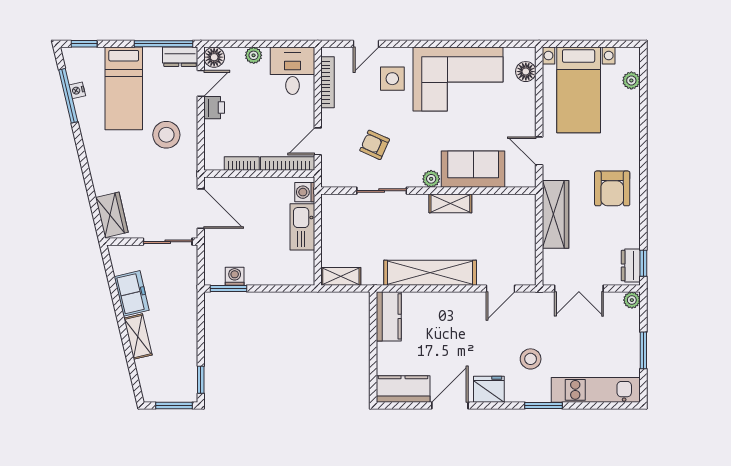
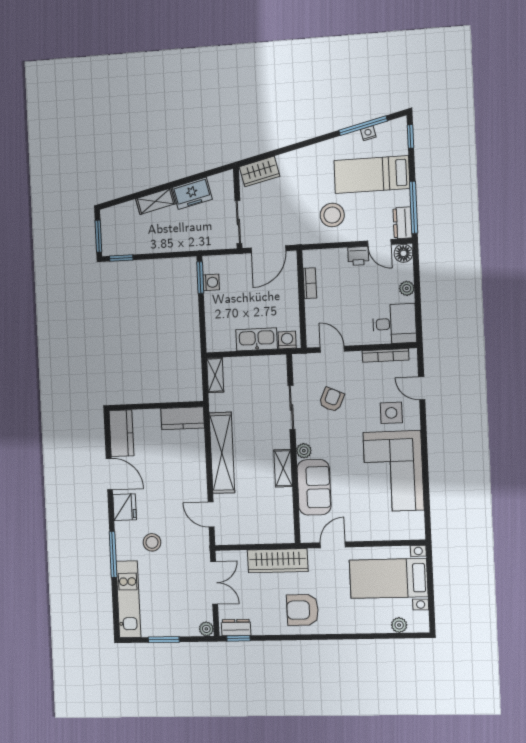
floor lamp: (526, 72) -> (403, 531), removed
bookcase: (288, 163) -> (312, 324), removed
double door: (579, 288) -> (214, 583), swing flipped
window: (543, 406) -> (113, 555), width x1.44

